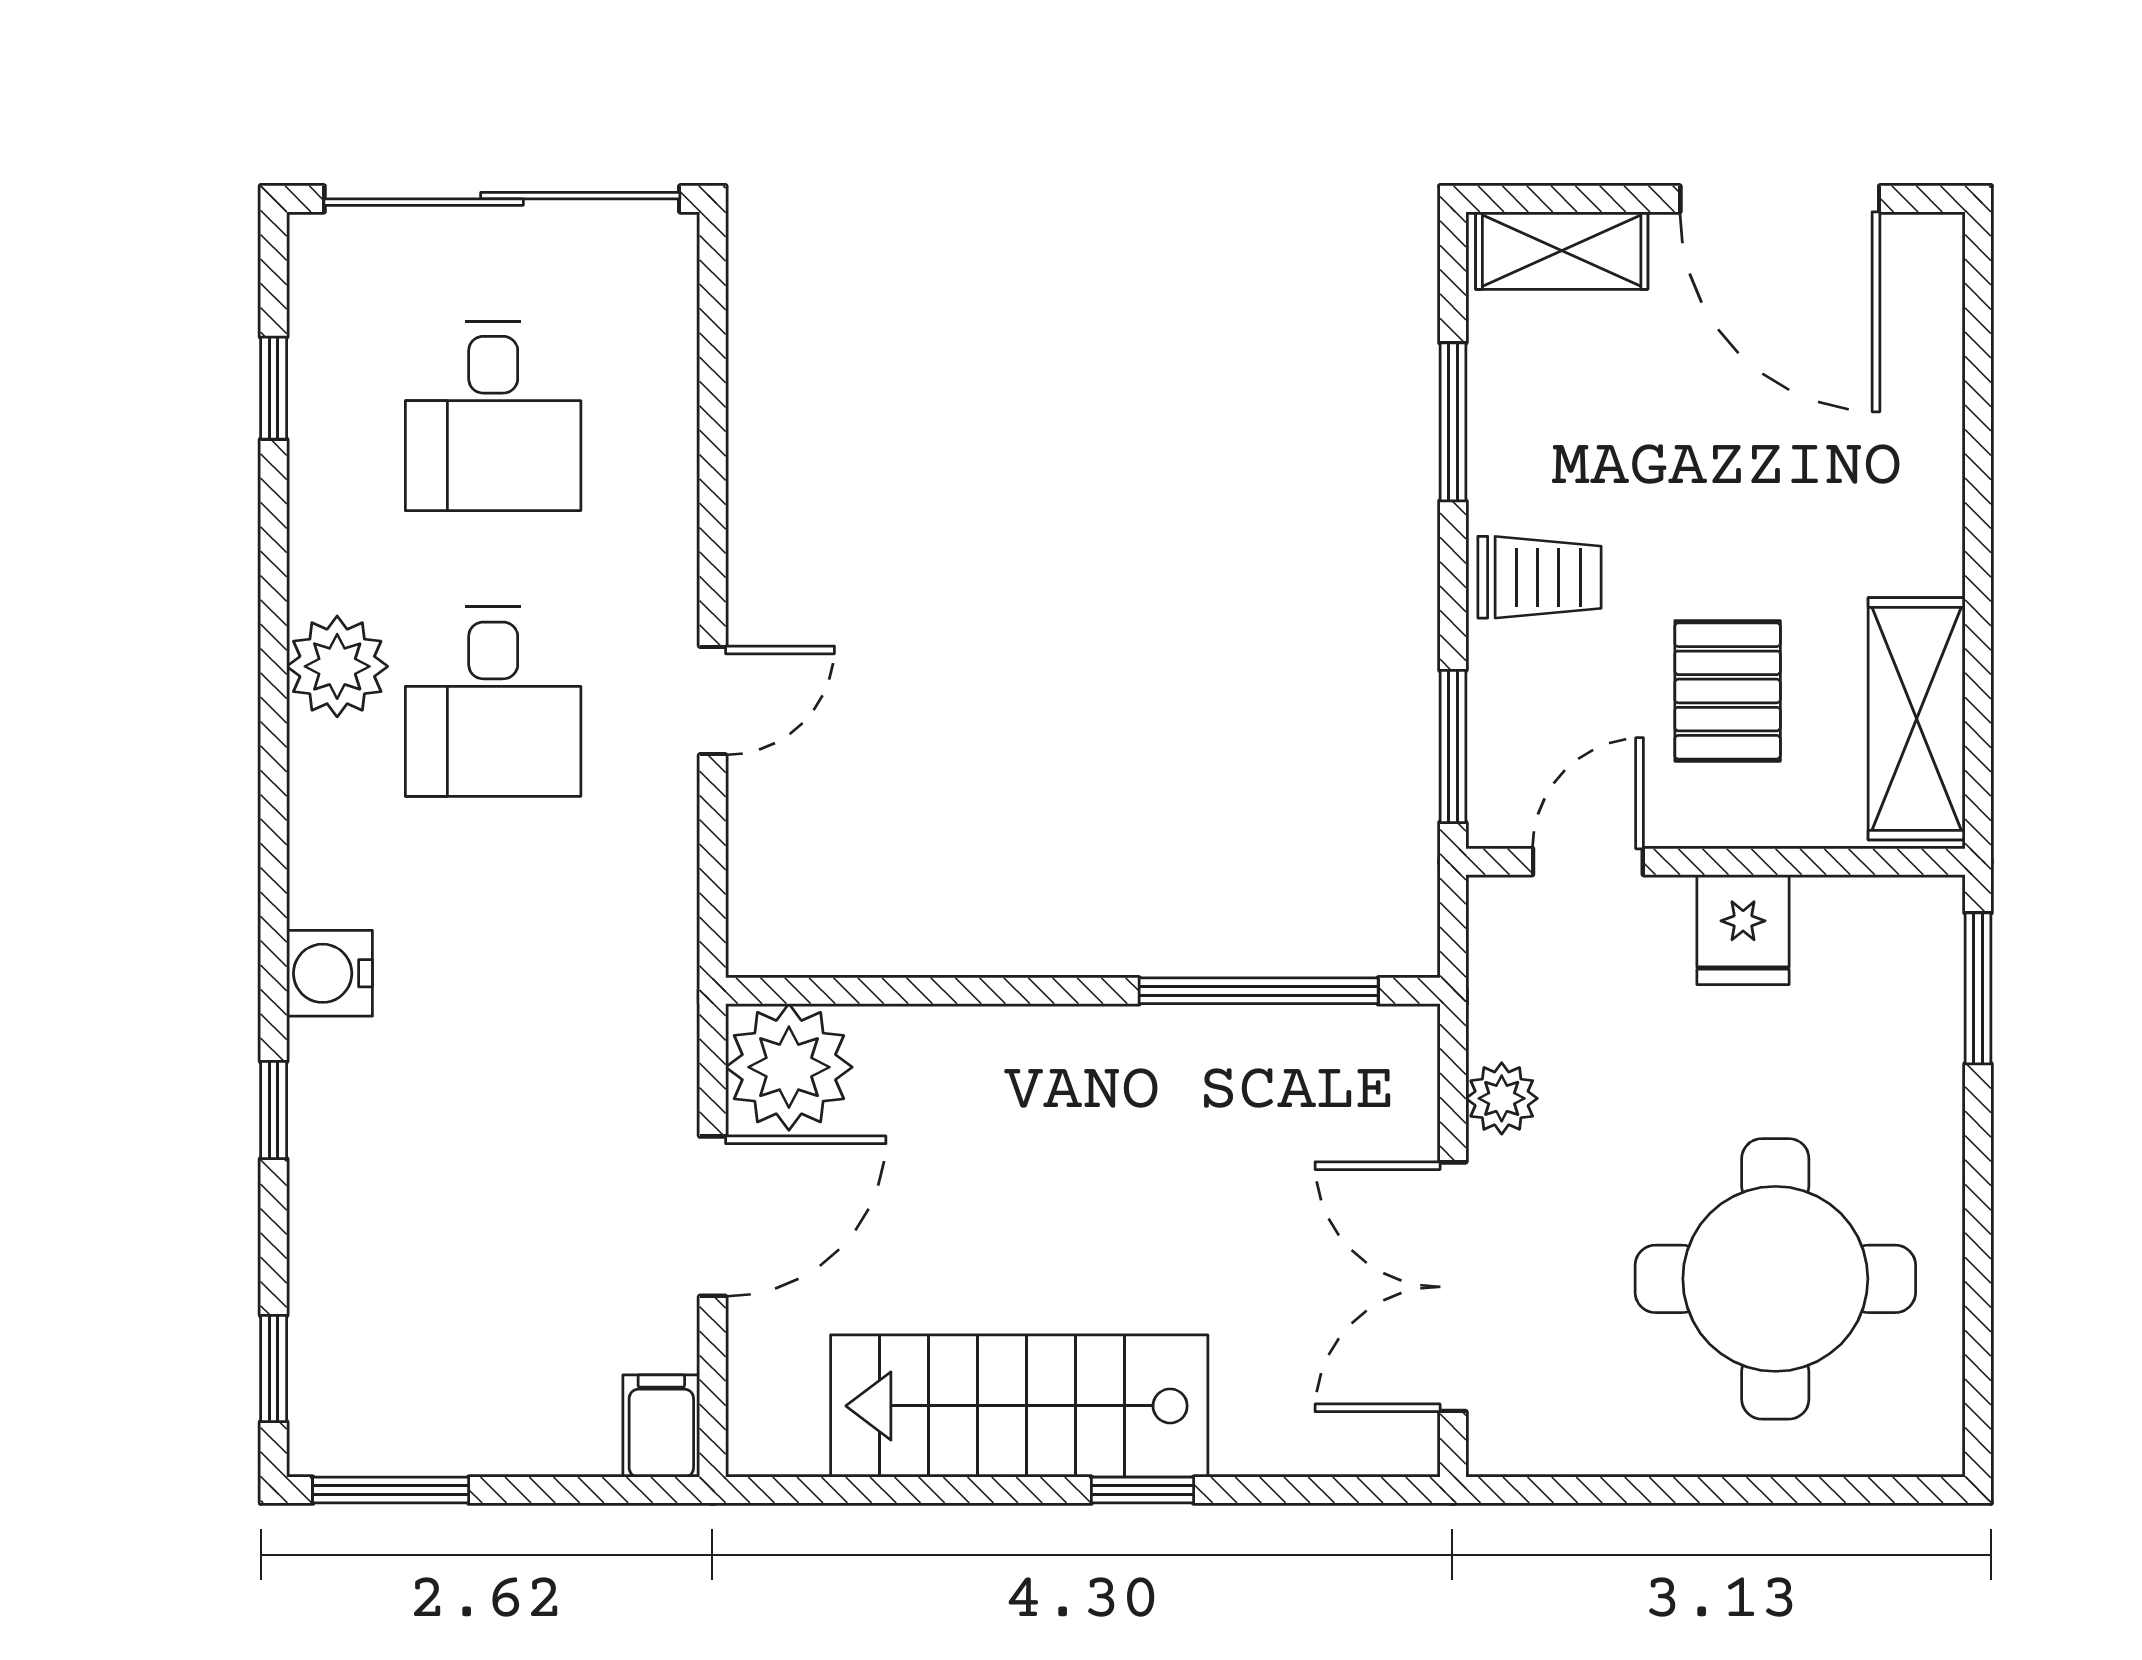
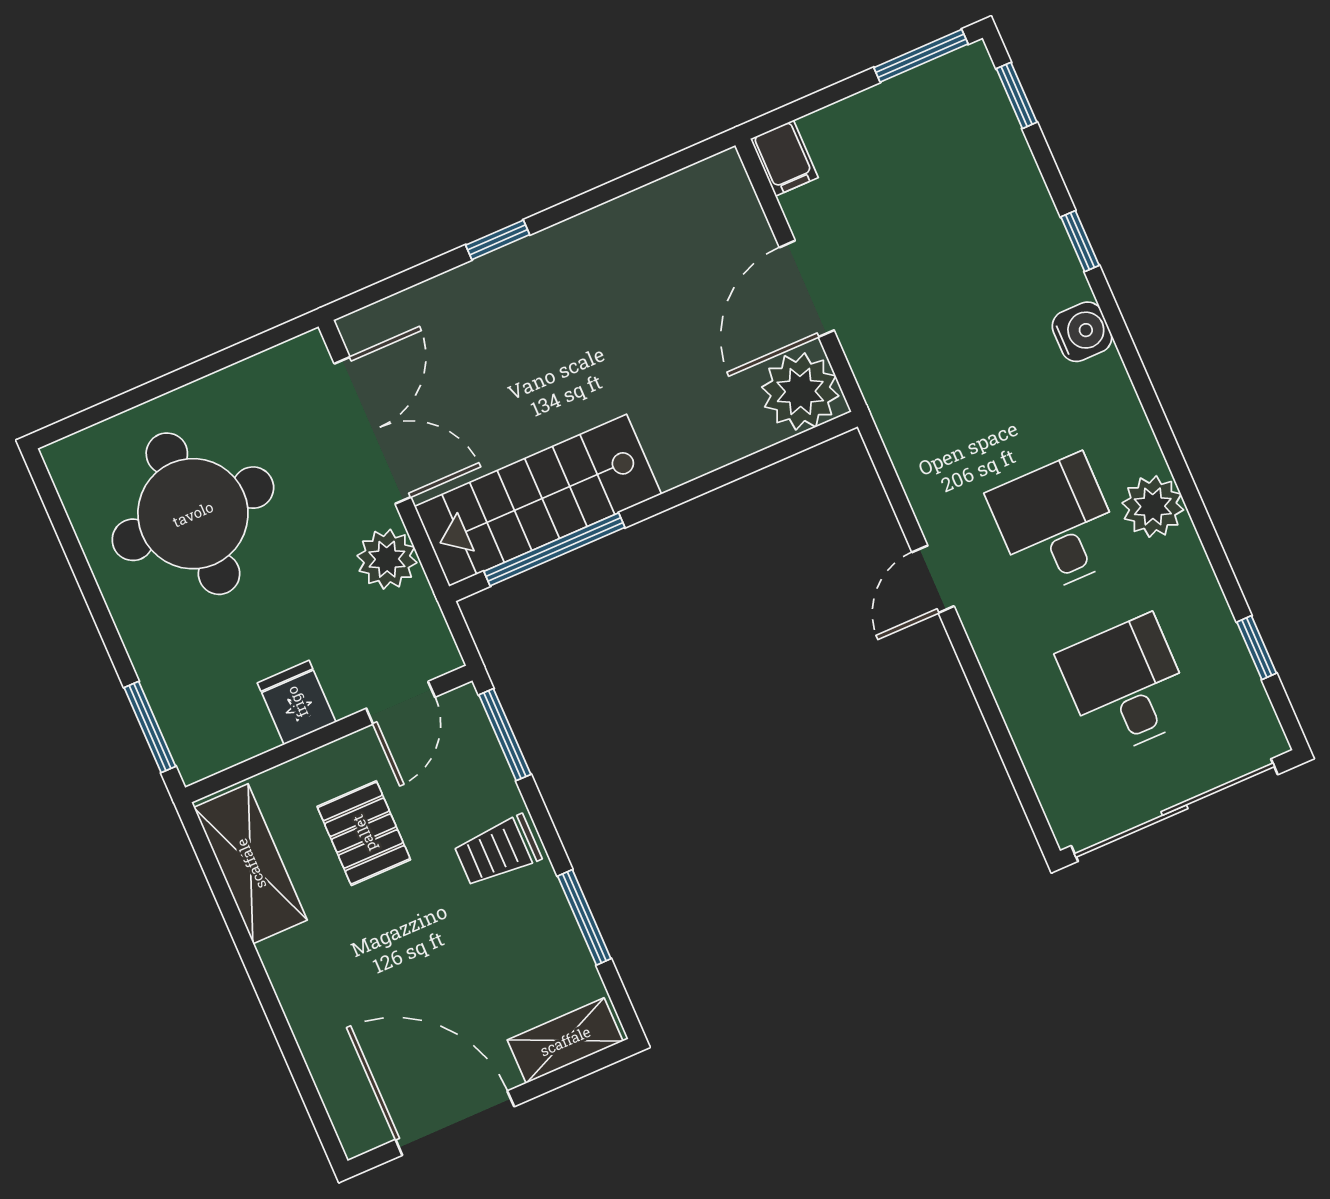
plant: (1502, 1098) -> (387, 559), width x1.38, depth x1.38
stairs: (1019, 1406) -> (538, 500), moved, turned 180

